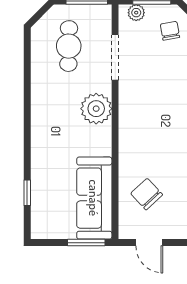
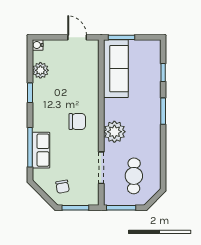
plant: (136, 13) -> (86, 199), removed
window: (27, 138) -> (163, 111), added
chair: (147, 194) -> (77, 122), moved, turned -47

